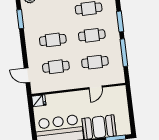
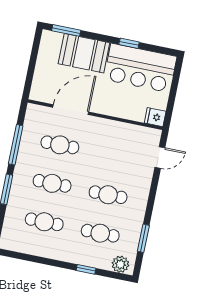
cafe table: (56, 67) -> (100, 233), moved
door: (27, 75) -> (160, 158), hinge flipped
door: (96, 87) -> (71, 110), width x1.87

